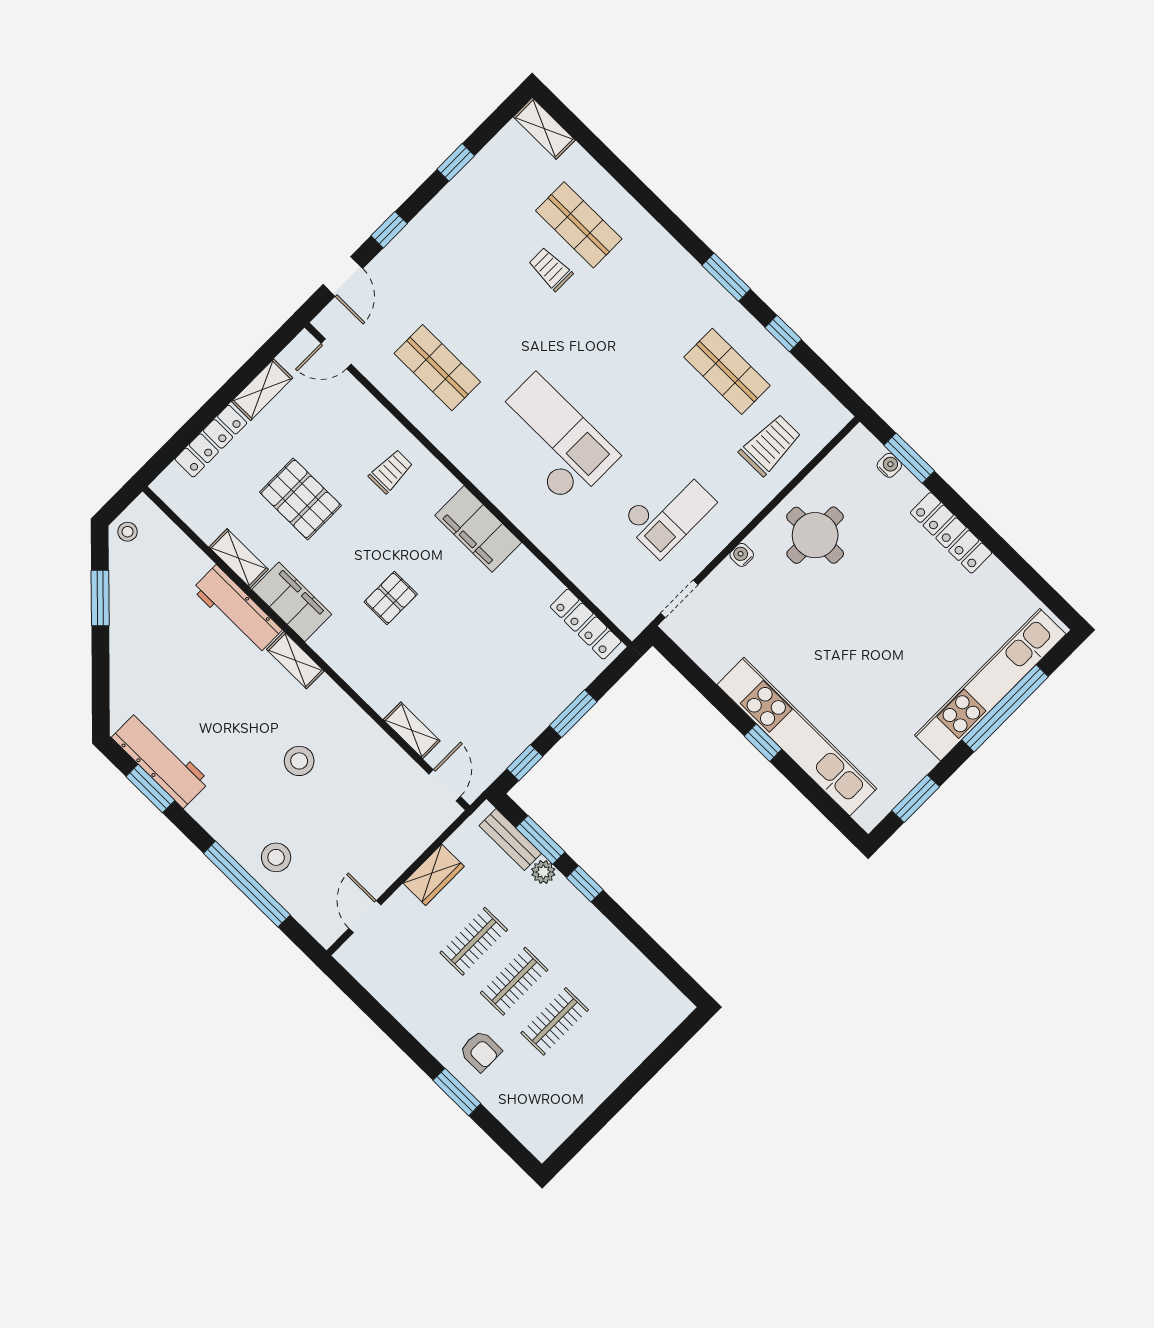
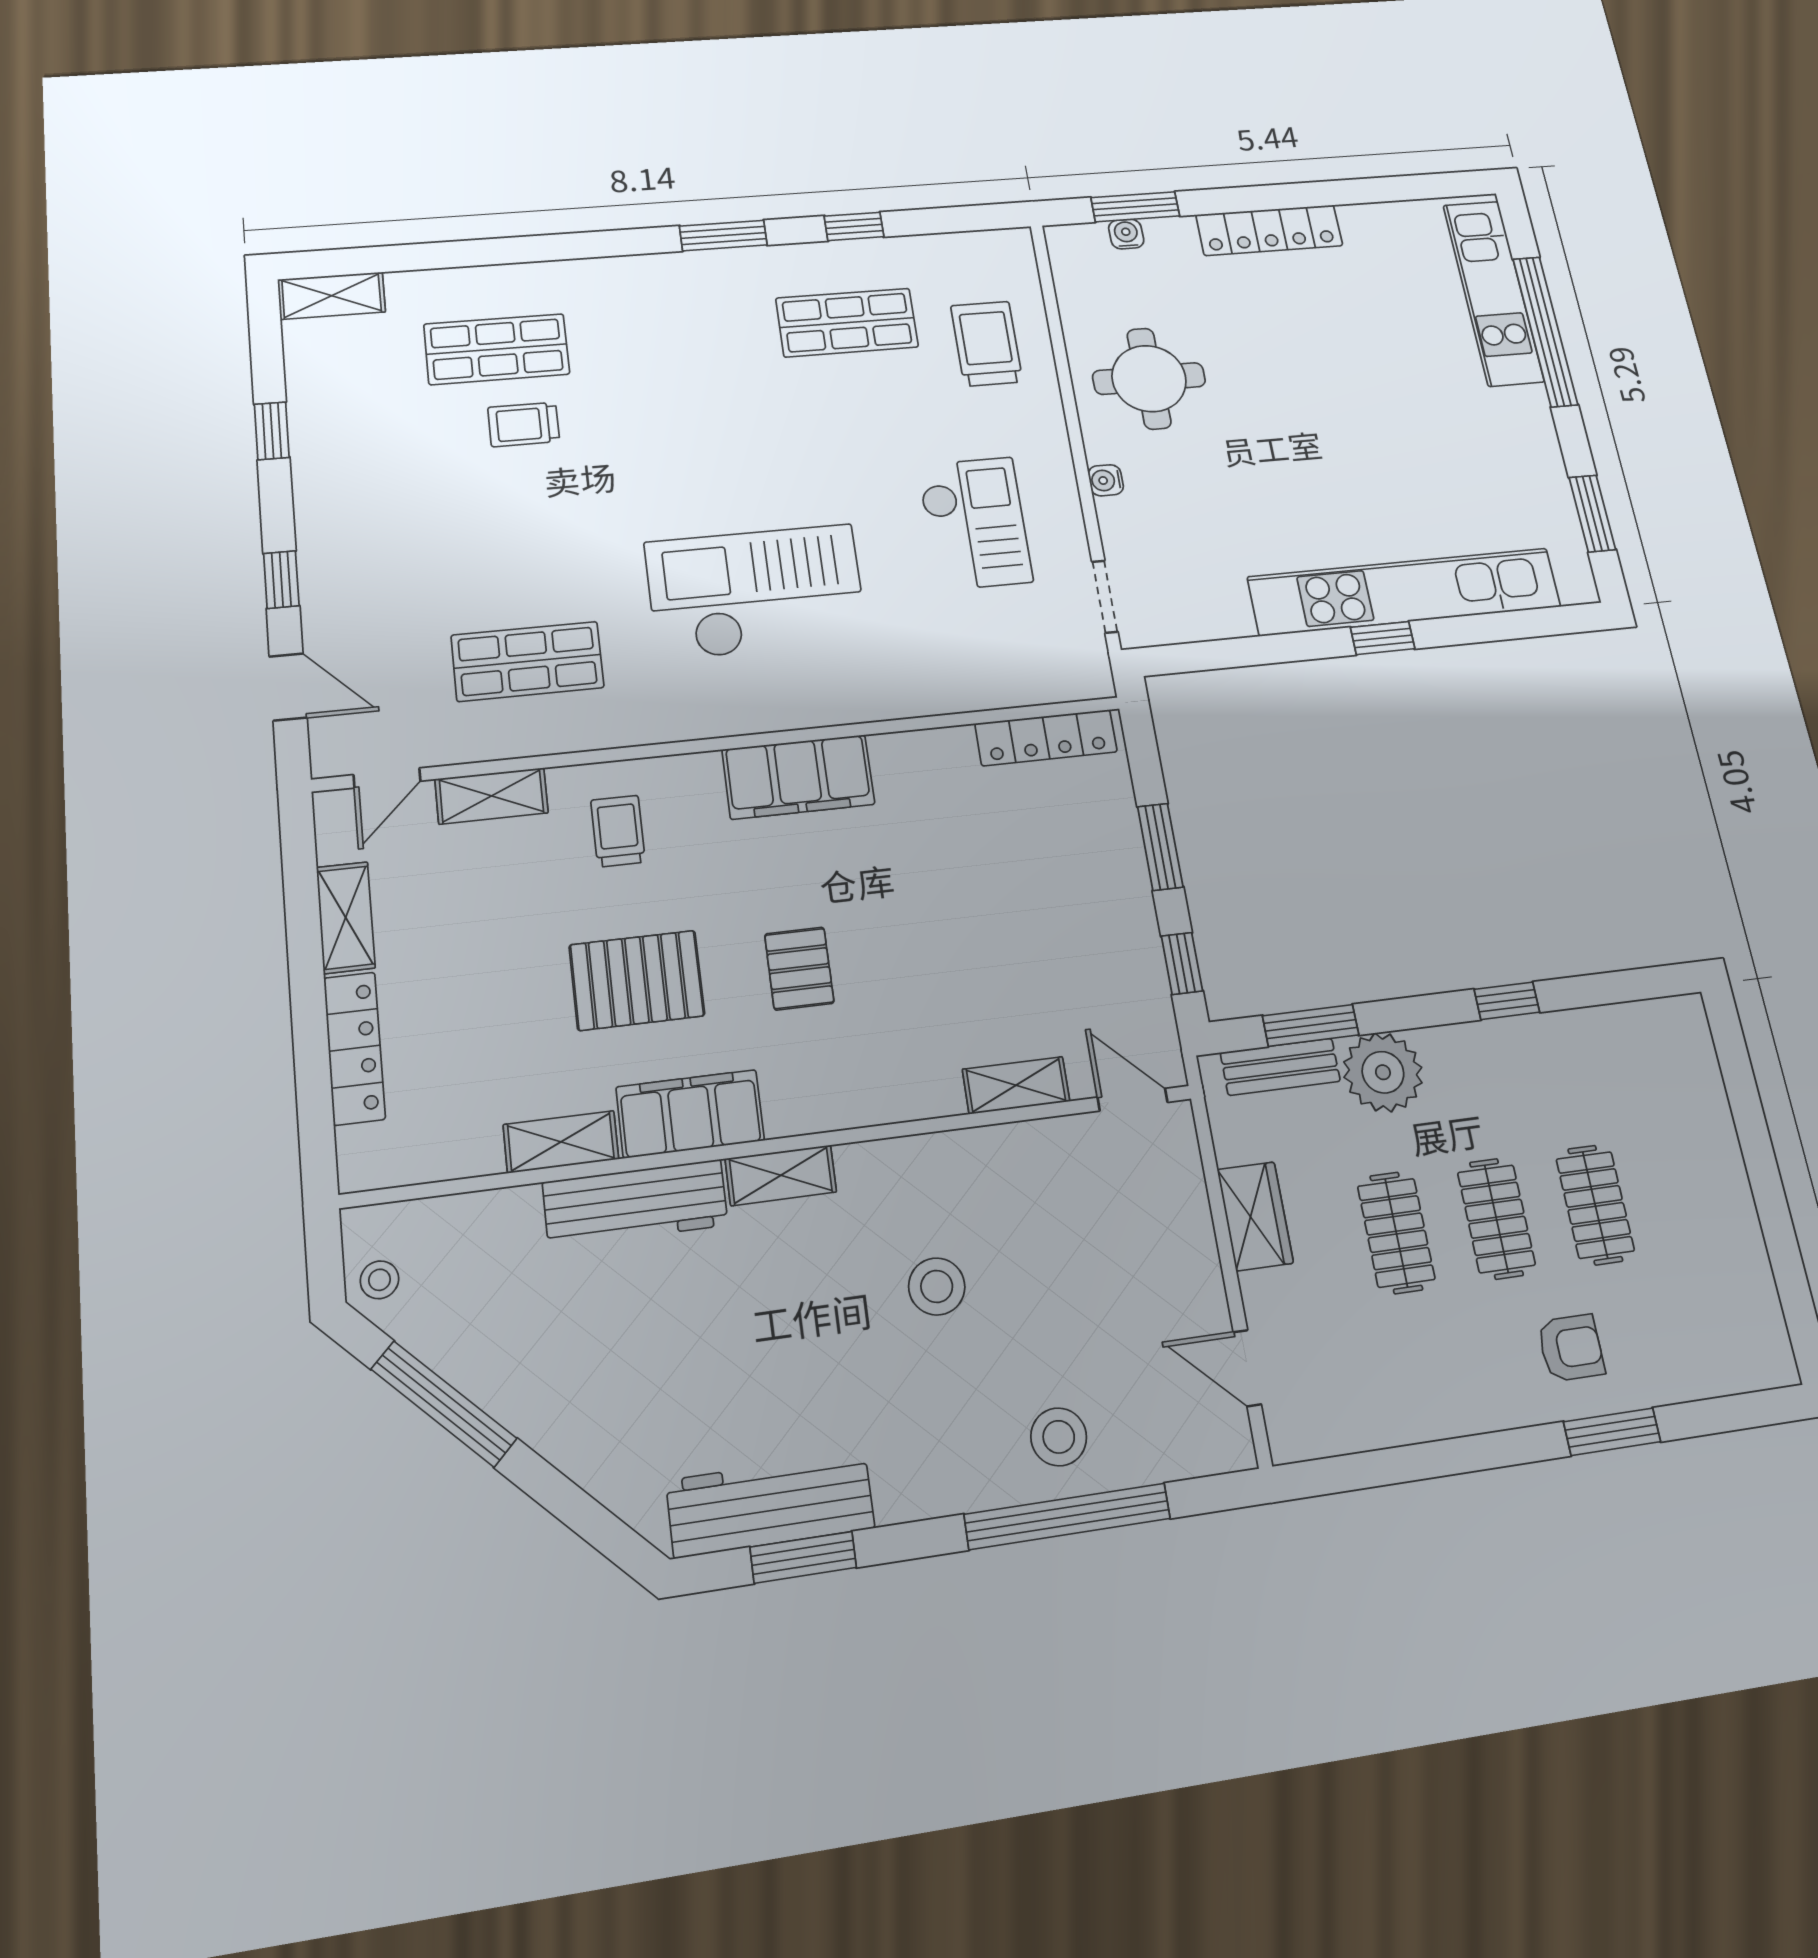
shelving: (363, 405) -> (492, 796), added
pallet: (300, 499) -> (637, 980), moved
window: (100, 598) -> (444, 1404), width x1.44
kitchen unit: (990, 685) -> (1493, 293), width x0.73
plant: (543, 872) -> (1383, 1072), width x1.88, depth x1.88
window: (585, 884) -> (1507, 1001), moved

